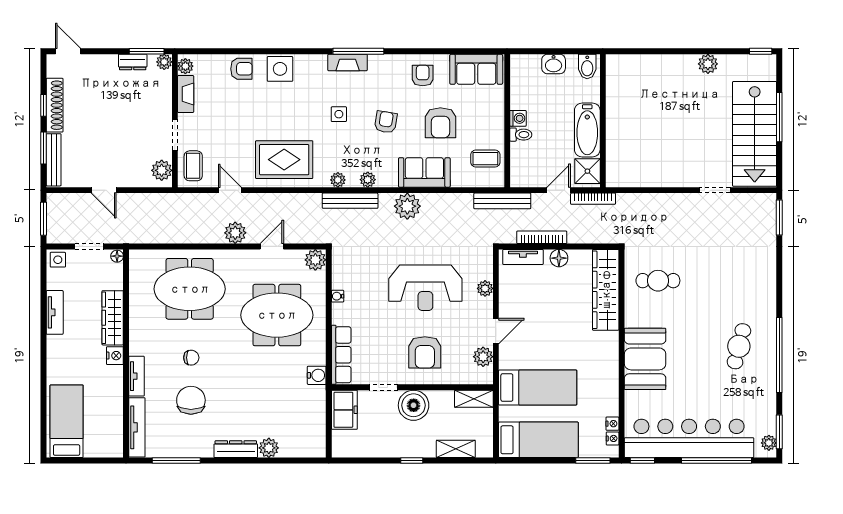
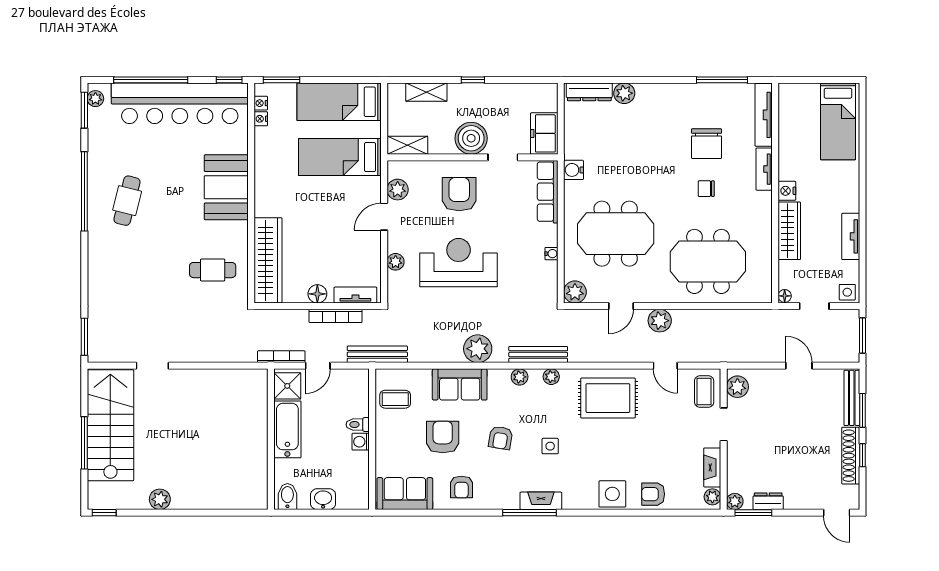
dresser: (236, 449) -> (589, 92), moved

